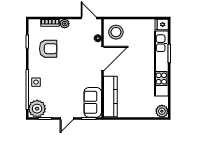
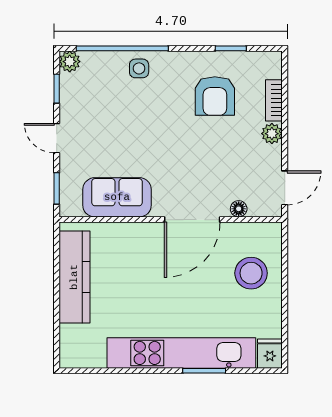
stool: (116, 32) -> (251, 273), moved
door: (103, 59) -> (192, 220), hinge flipped
kitchen counter: (110, 97) -> (74, 277), moved, turned -90
sofa: (93, 102) -> (117, 197), moved
plant: (37, 109) -> (70, 62), width x0.53, depth x0.53
plant: (162, 111) -> (73, 354), removed

